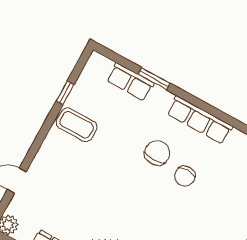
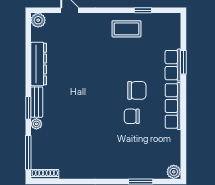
row of seats: (130, 82) -> (173, 65), moved
coffee table: (77, 125) -> (127, 29), turned 90

